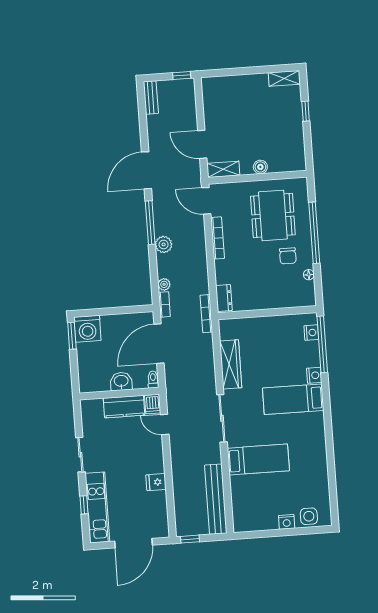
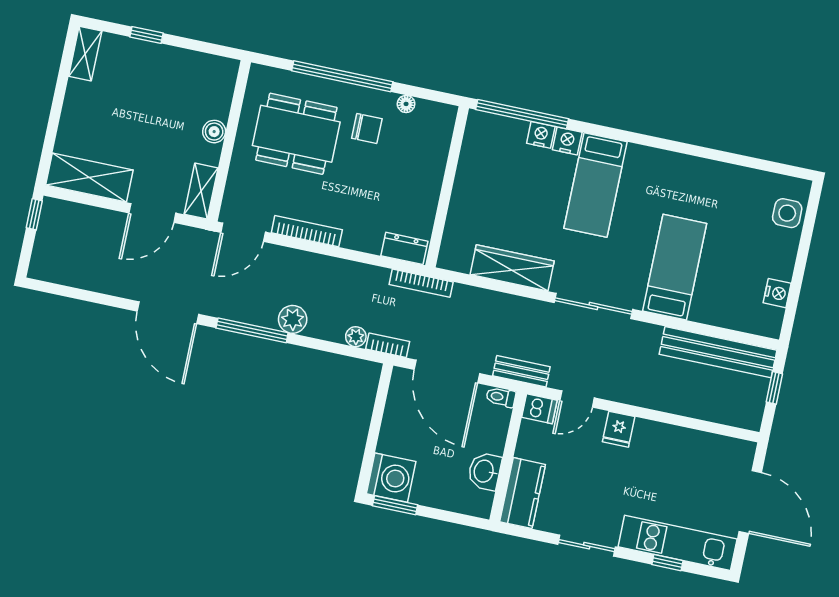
bench: (151, 97) -> (521, 371), moved
shelving: (212, 102) -> (89, 178), added
nightstand: (311, 333) -> (541, 135), moved
washbasin: (121, 381) -> (485, 471), moved
kitchen counter: (124, 407) -> (523, 493), moved
fridge: (156, 482) -> (619, 429), moved
nightstand: (287, 522) -> (777, 293), moved
window: (190, 539) -> (774, 388), moved

